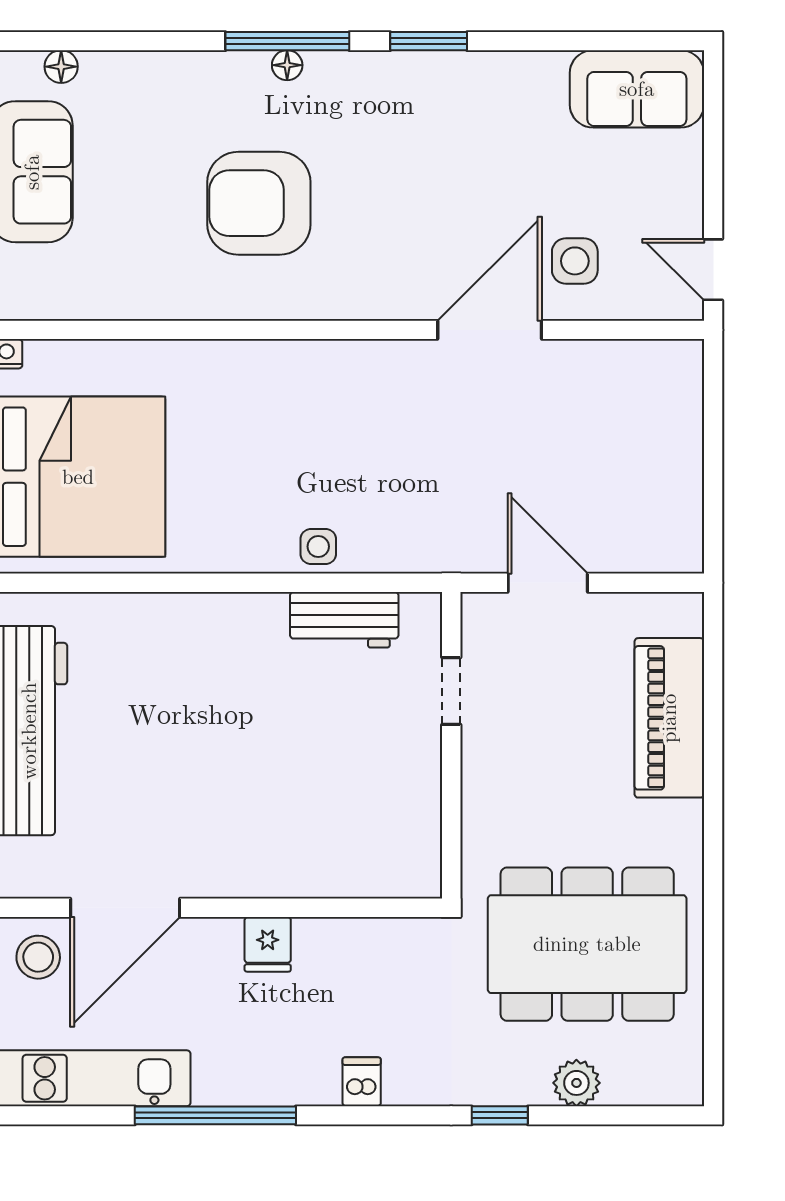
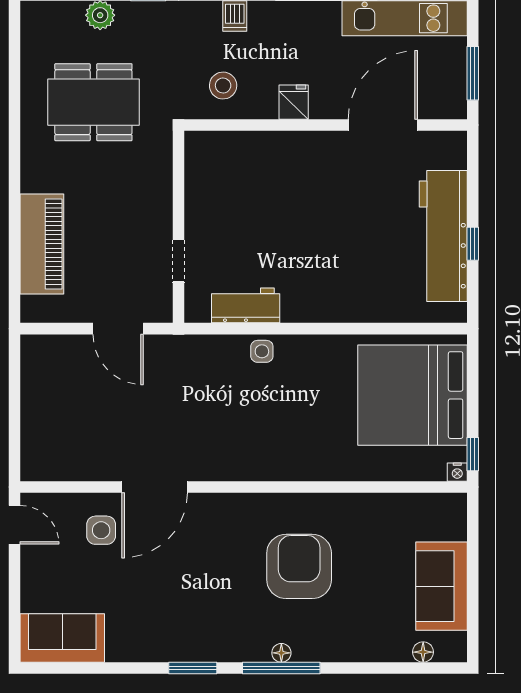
armchair: (259, 203) -> (299, 566), turned -90
dining table: (587, 944) -> (93, 102), width x0.73, depth x0.80
stool: (38, 957) -> (223, 86), moved

